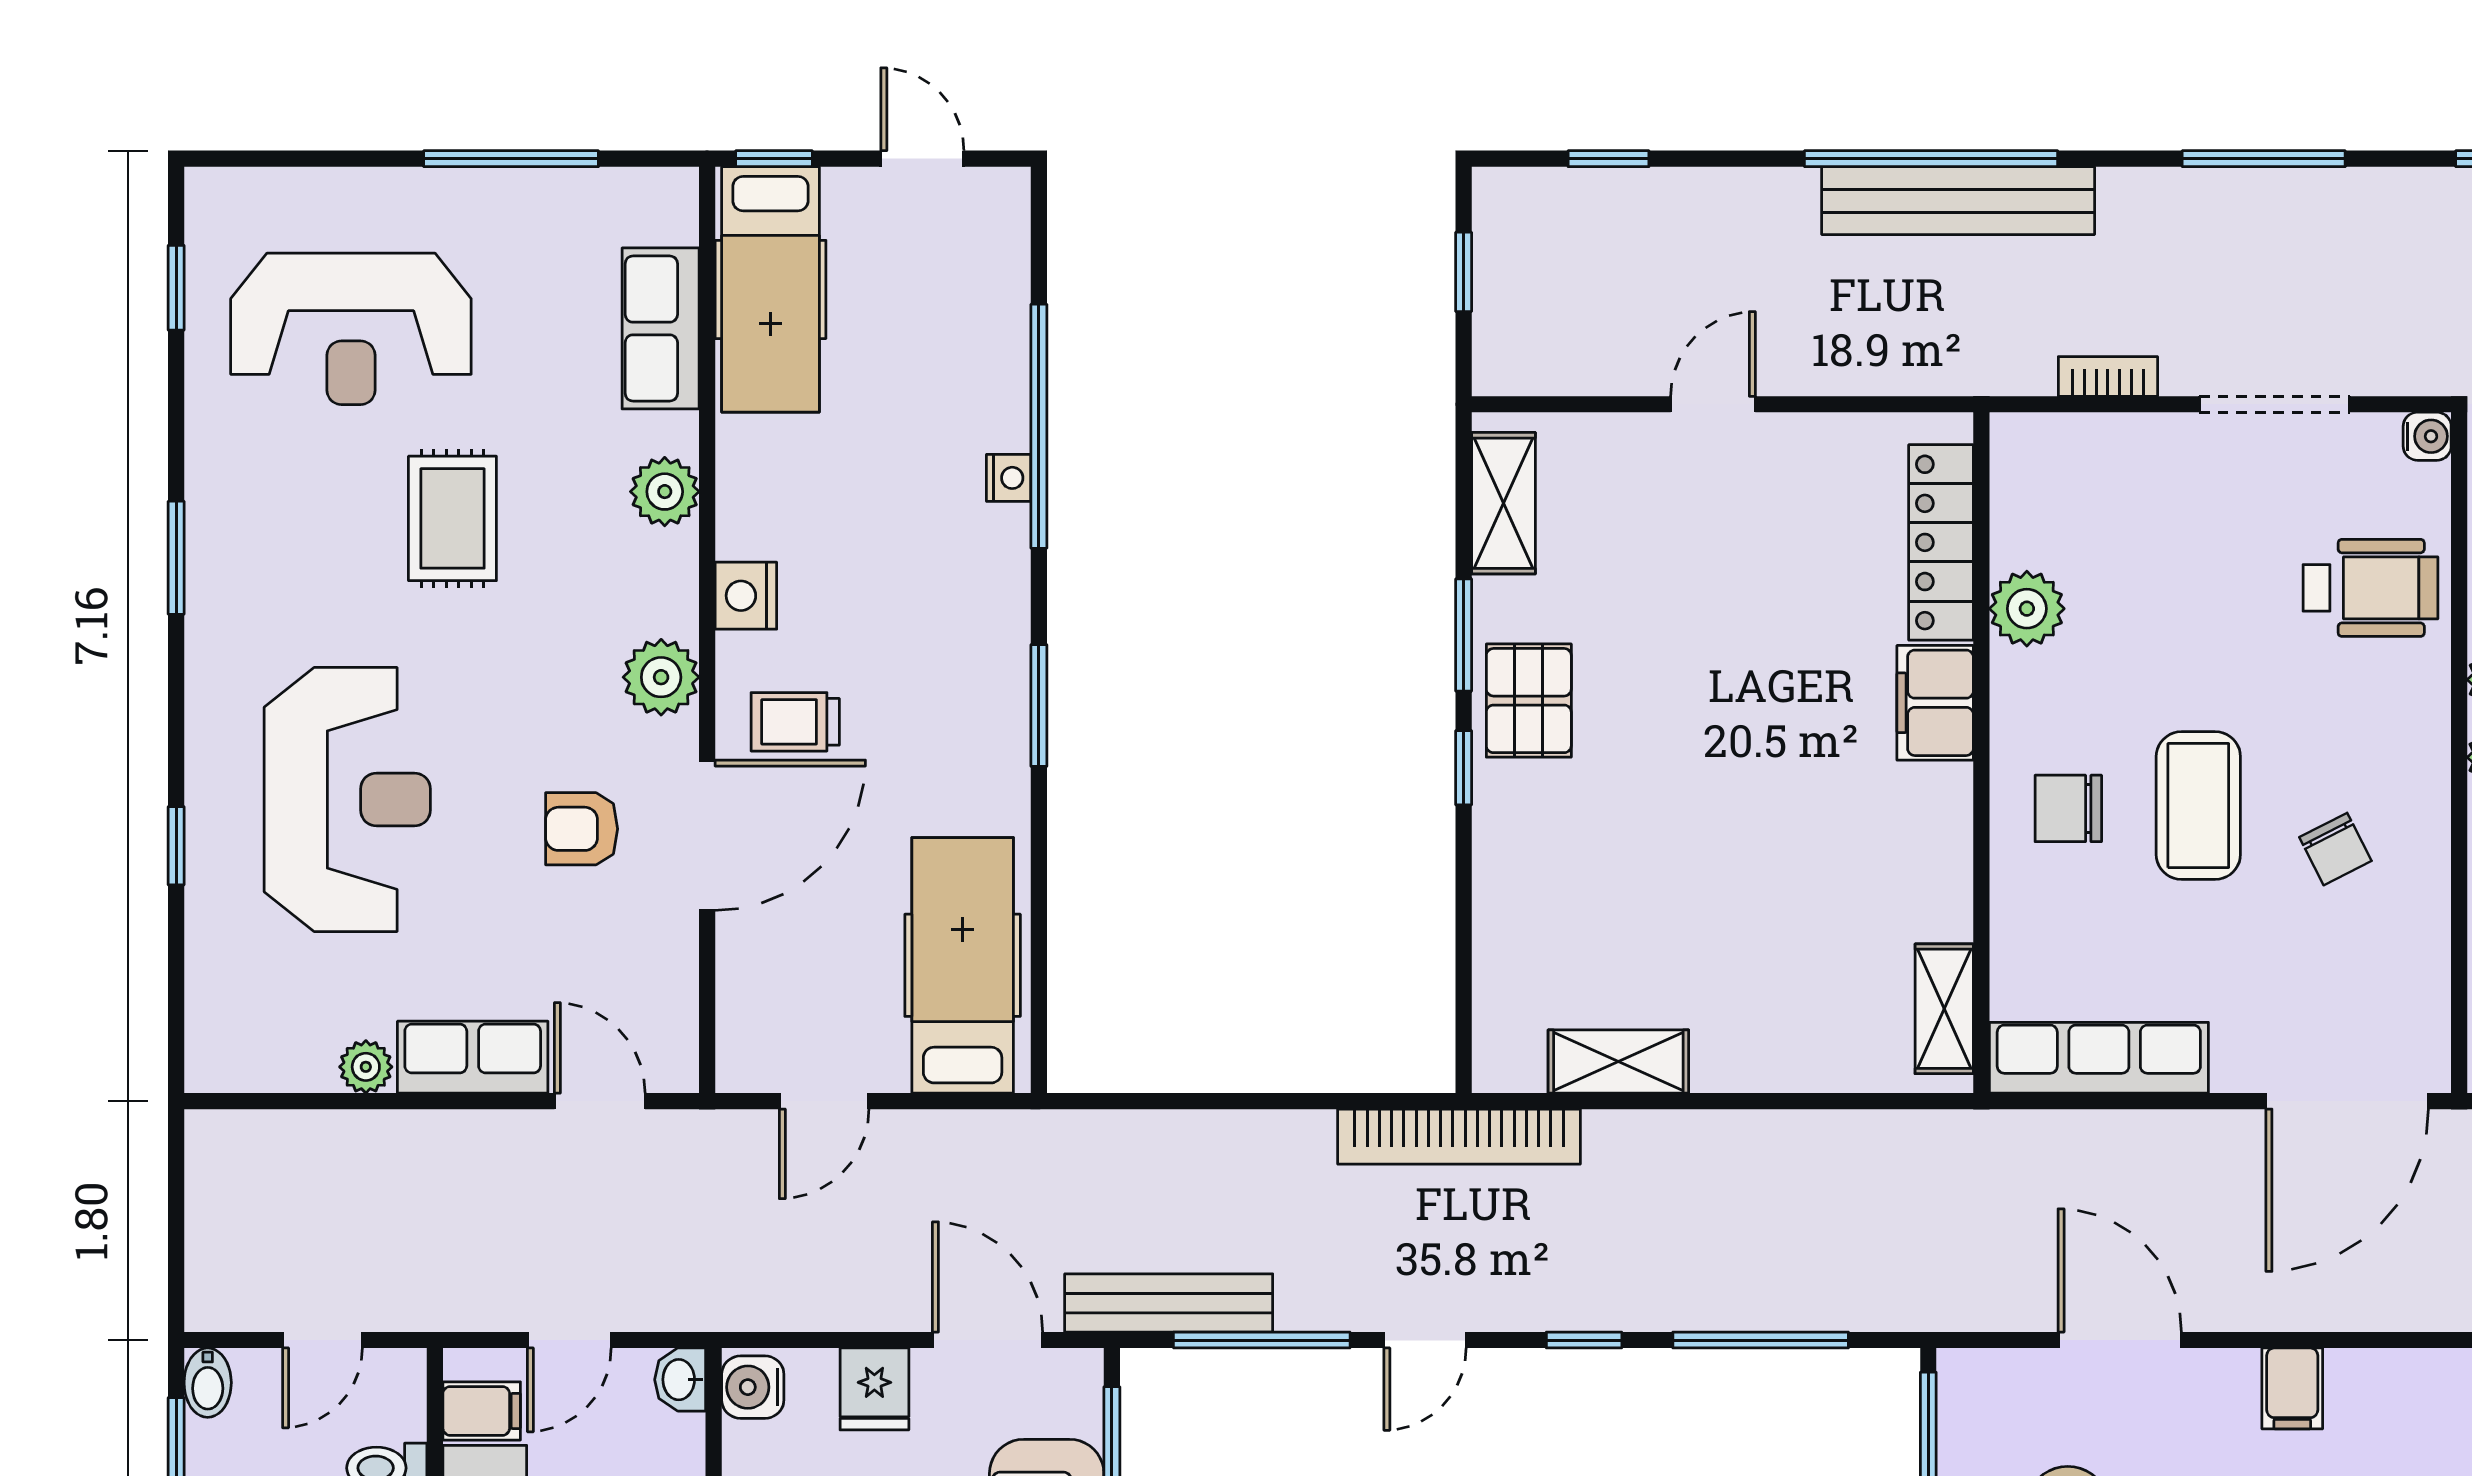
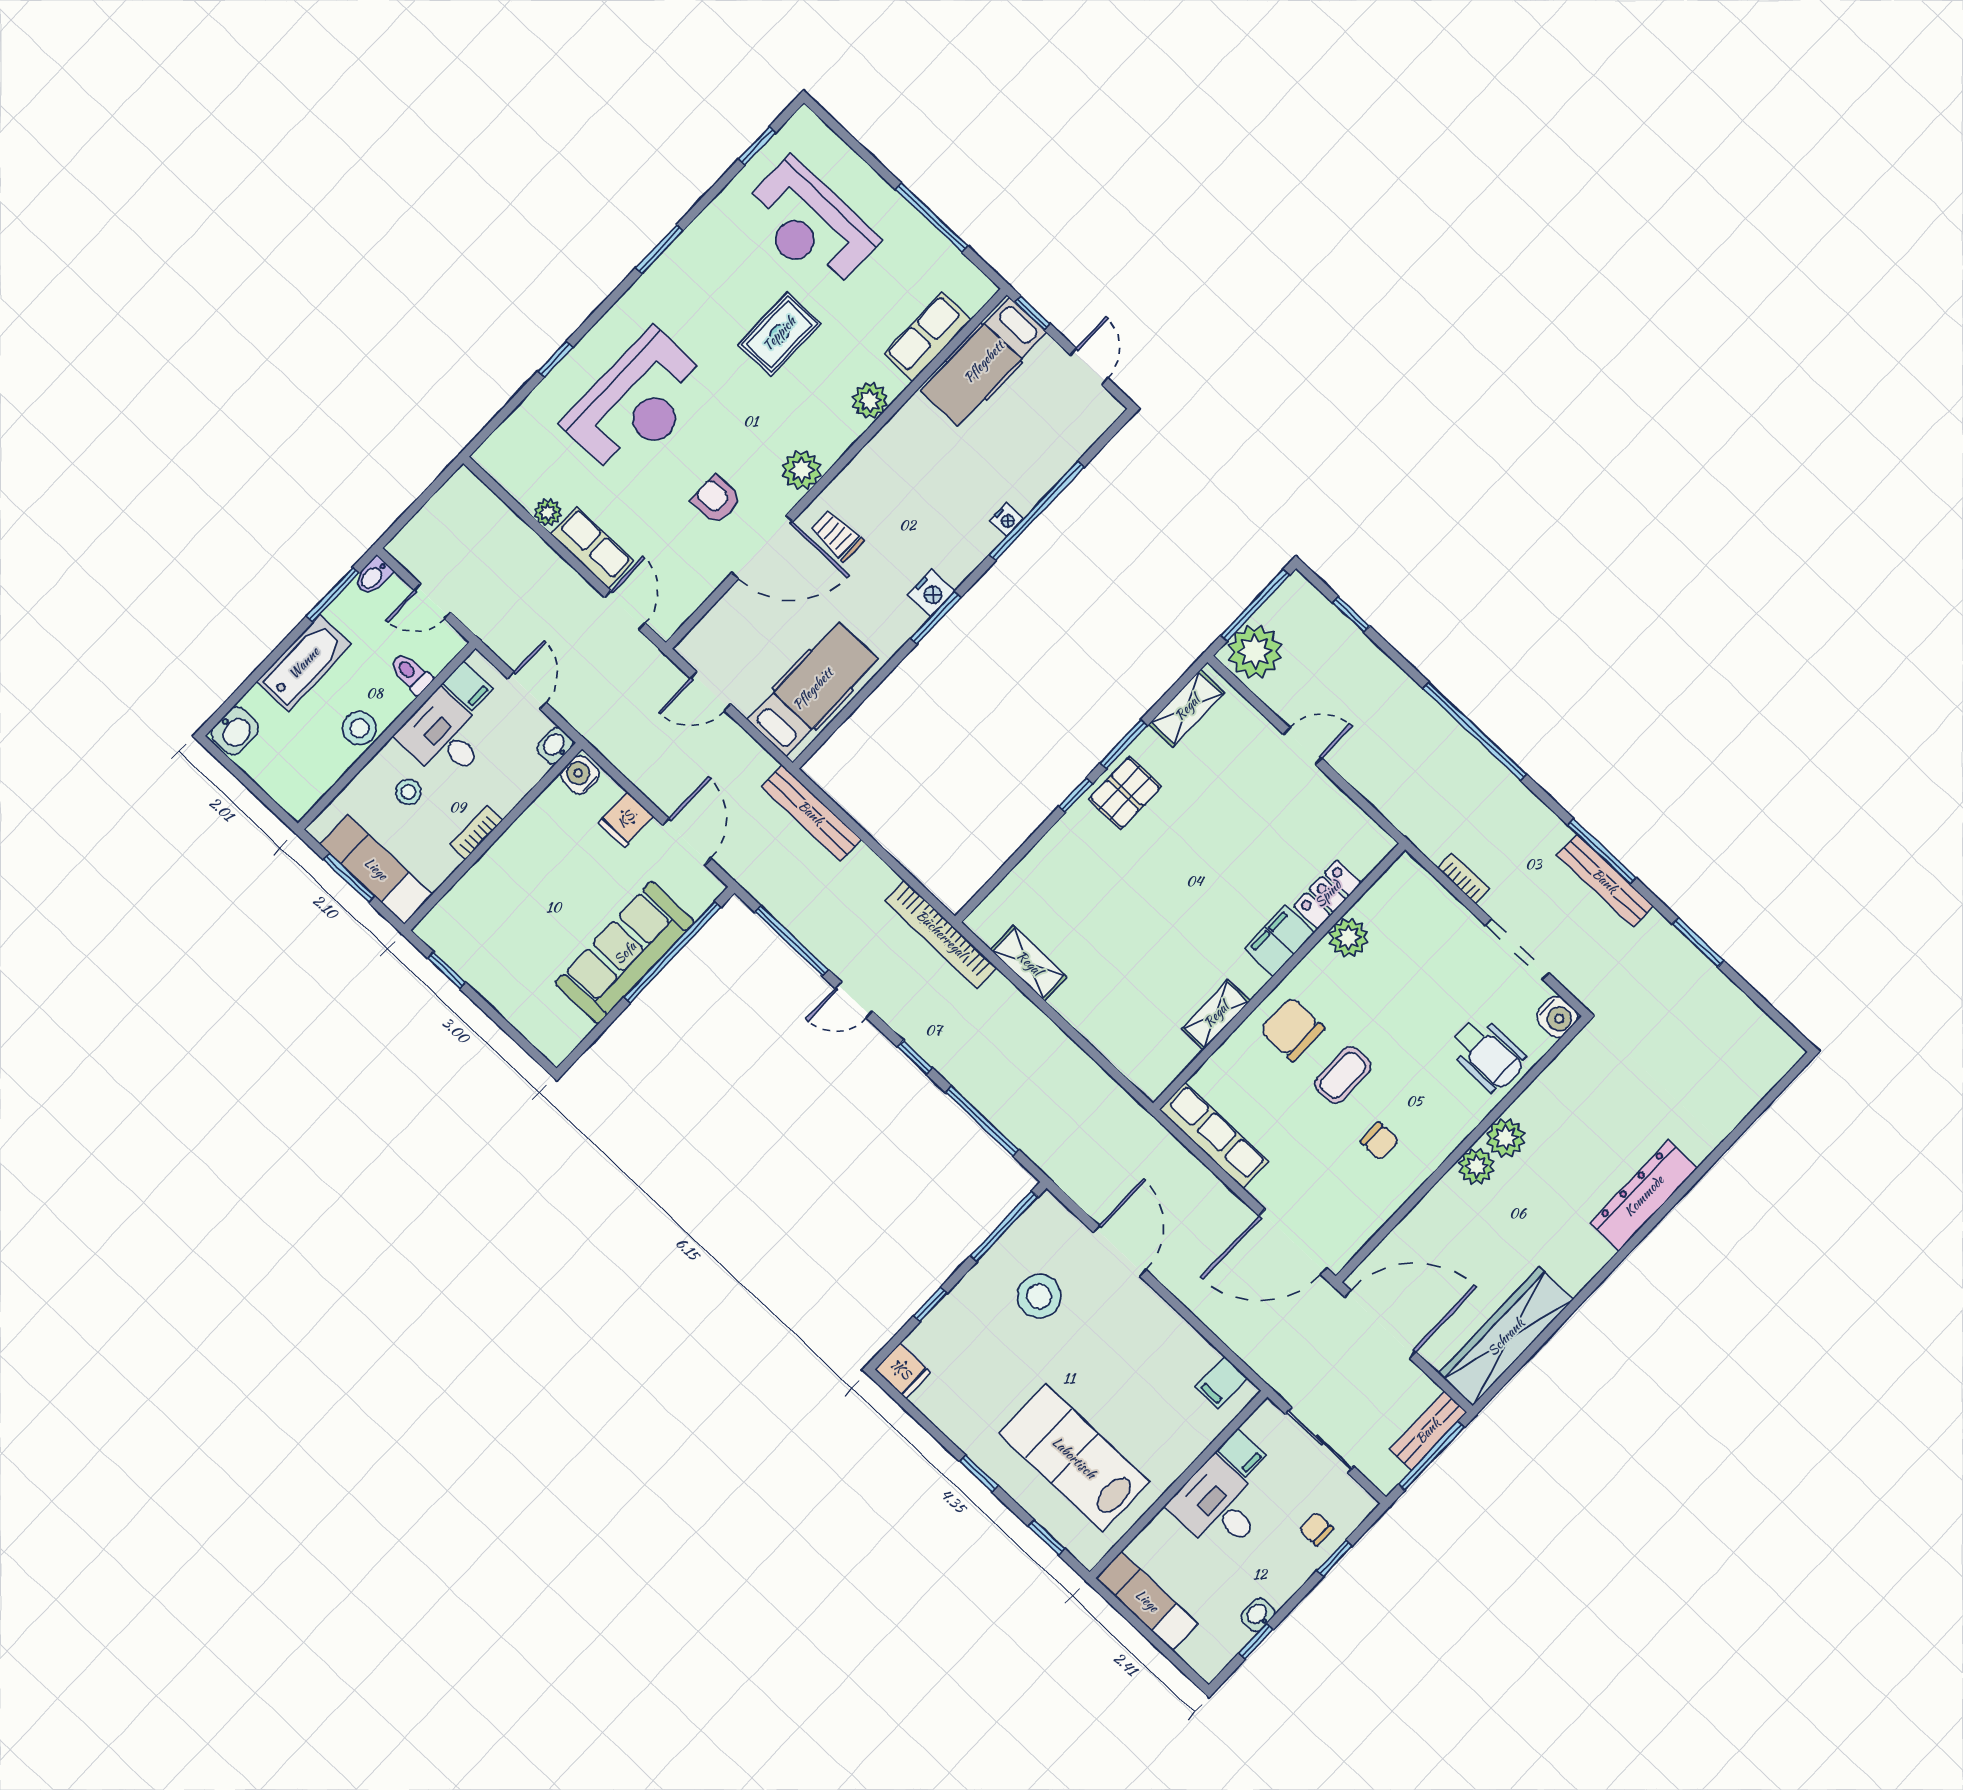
bench: (1958, 201) -> (1605, 881), moved, width x0.73, depth x0.82
window: (1464, 272) -> (1255, 605), width x2.17
plant: (1524, 336) -> (1255, 652), added
water cooler: (2427, 436) -> (1557, 1017), width x1.38, depth x1.38
locker: (1941, 542) -> (1328, 894), width x0.66
nightstand: (746, 596) -> (931, 593), moved, turned 180
coffee table: (2198, 806) -> (1343, 1075), width x0.73, depth x0.77
chair: (2068, 808) -> (1292, 1029), width x1.37, depth x1.37
chair: (2335, 849) -> (1380, 1141), turned -63
shelving: (1944, 1009) -> (1216, 1015), moved
bench: (1169, 1303) -> (811, 813), moved
door: (569, 1340) -> (527, 690), swing flipped
filing cabinet: (2292, 1388) -> (1221, 1382), moved

